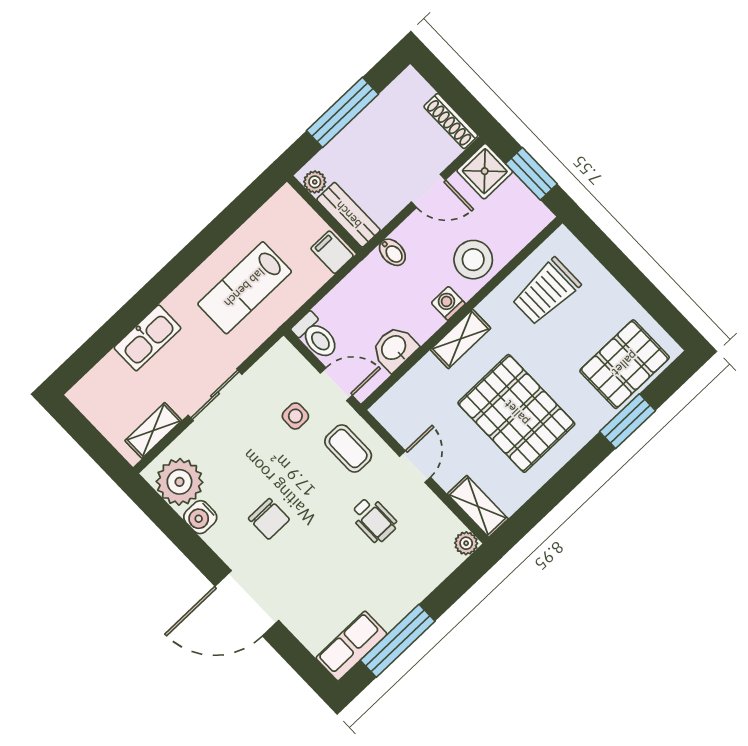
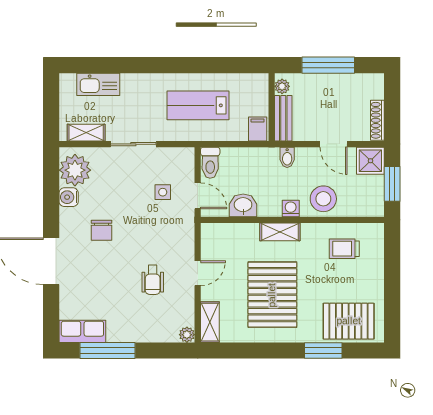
trolley: (546, 291) -> (344, 249), width x0.73, depth x0.72
kitchen sink: (147, 338) -> (98, 84), moved
coffee table: (348, 448) -> (173, 233), removed

